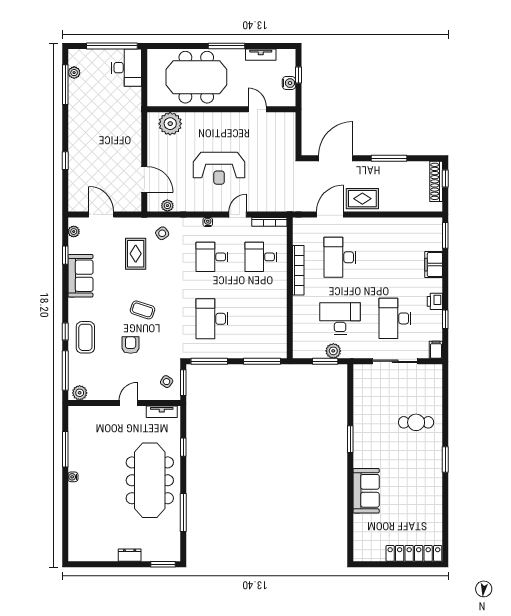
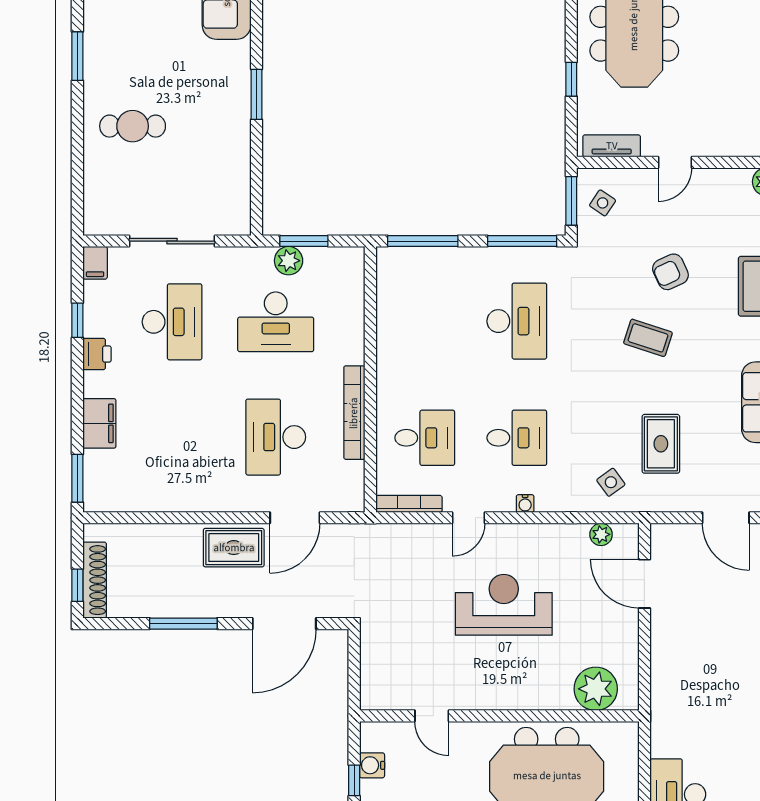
desk: (340, 257) -> (276, 437), turned 180
armchair: (131, 345) -> (670, 272), turned 65

